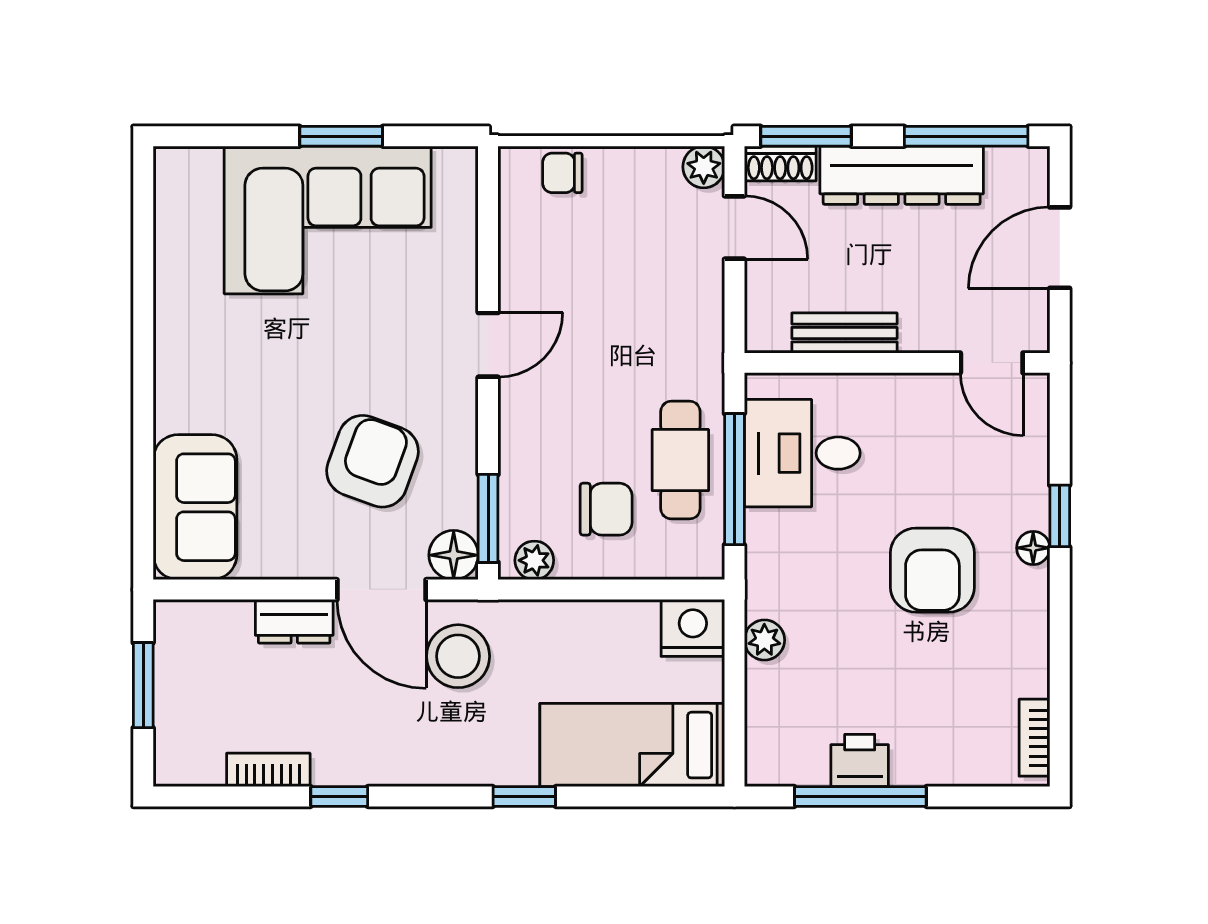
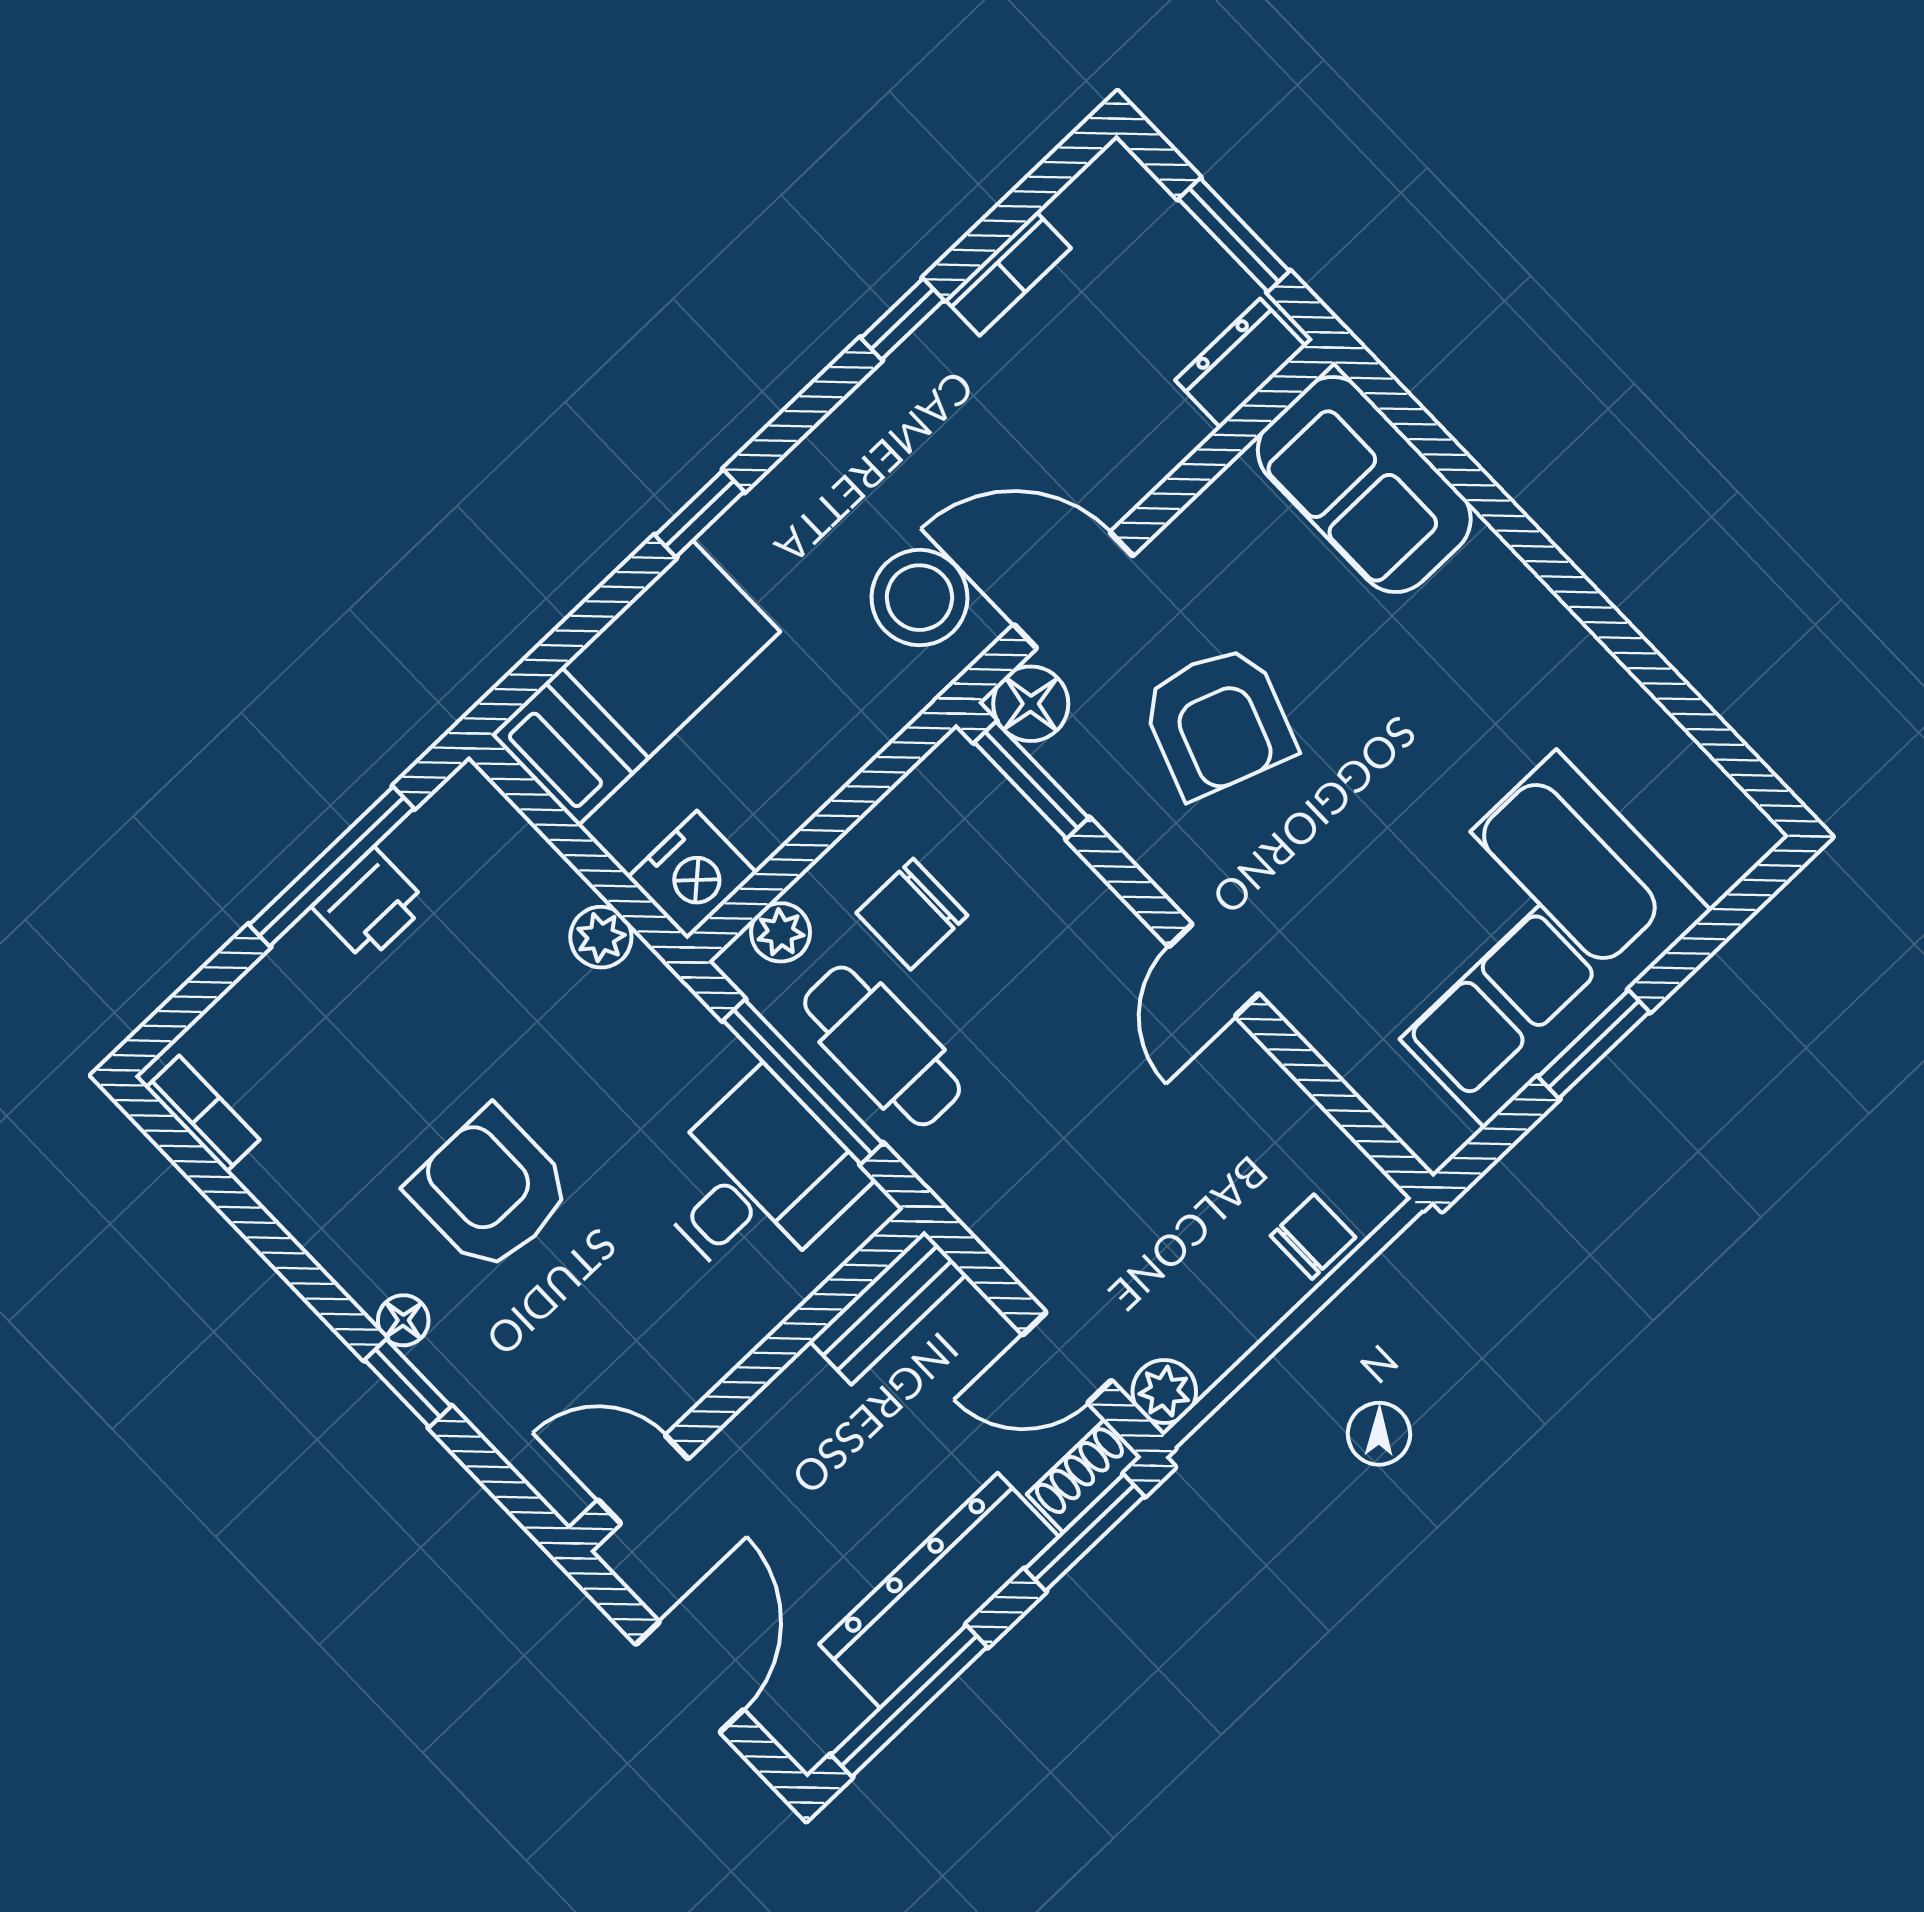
bench: (844, 333) -> (888, 1308), moved
plant: (534, 560) -> (781, 932), moved
dresser: (294, 621) -> (1240, 363), moved

